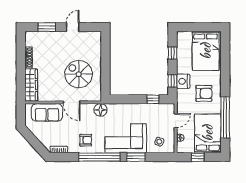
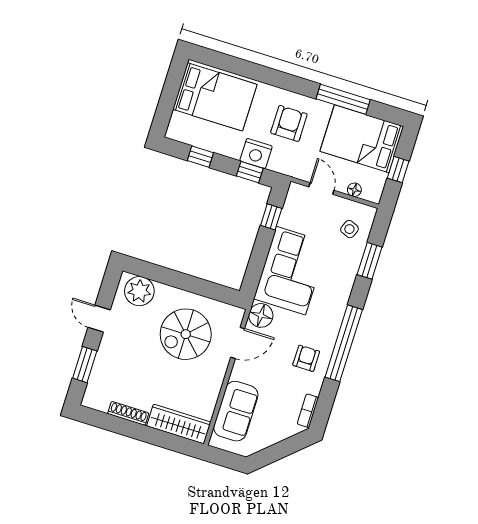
plant: (93, 43) -> (139, 291), added
door: (72, 102) -> (238, 343), moved
window: (225, 117) -> (343, 99), width x0.68
corner sofa: (126, 138) -> (291, 271), moved, turned 180
window: (136, 157) -> (370, 261), moved

